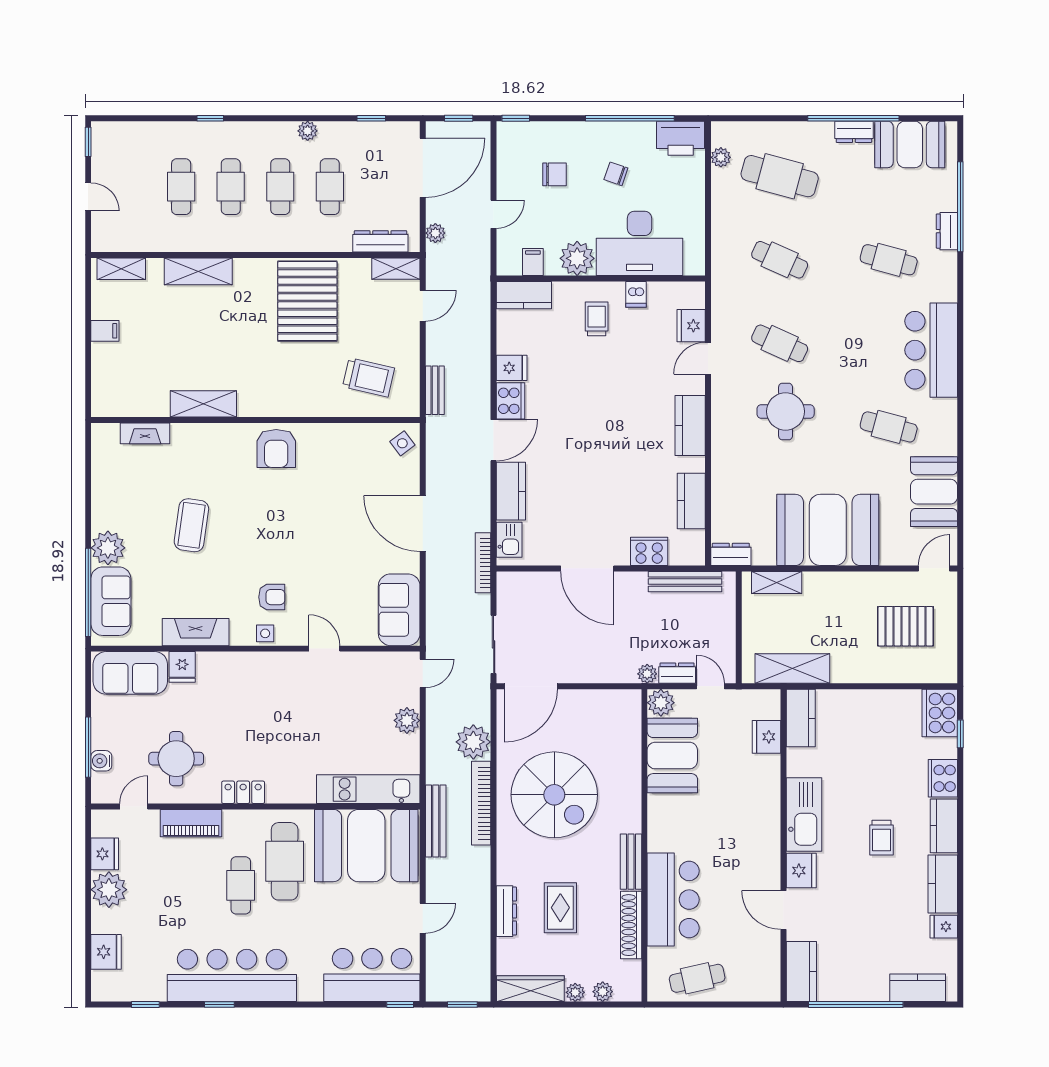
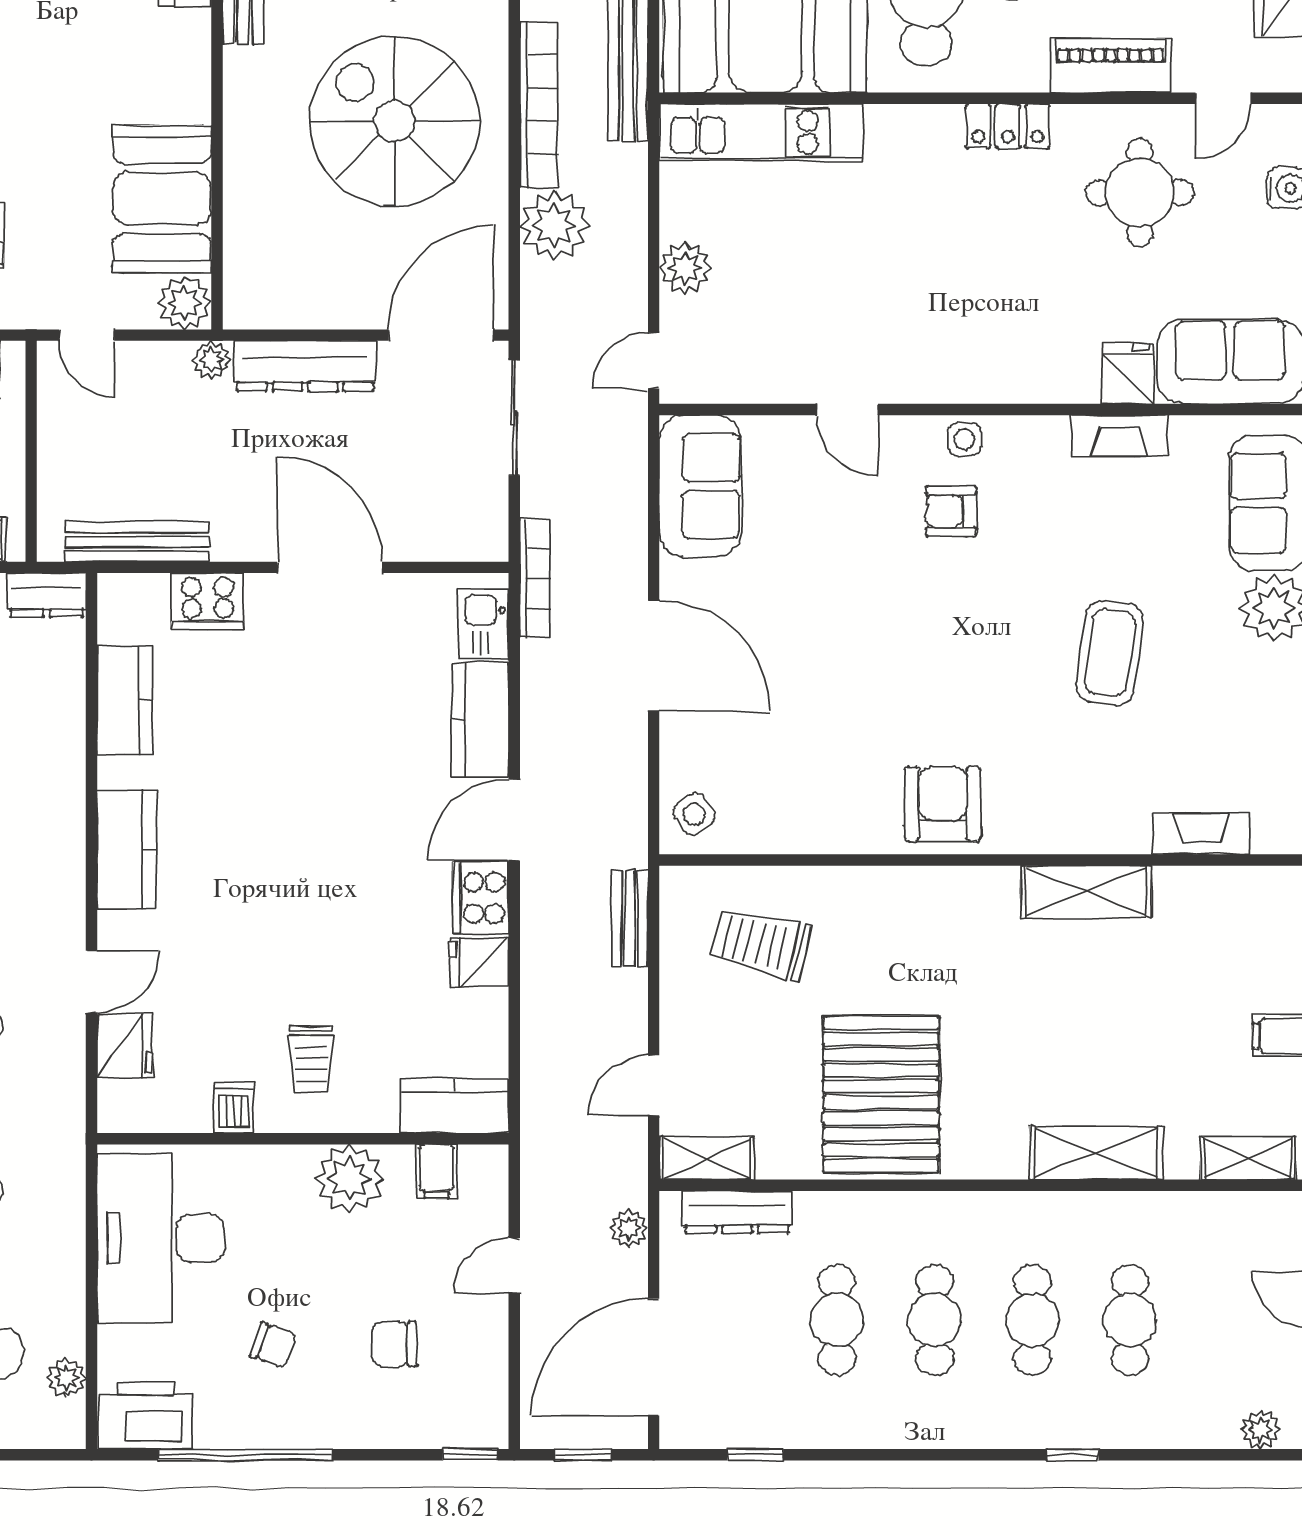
plant: (308, 131) -> (1260, 1430), moved
desk: (640, 243) -> (161, 1238), moved, turned -90
fireplace: (196, 632) -> (1119, 436), width x0.73, depth x0.76
dresser: (677, 673) -> (305, 366), moved, width x1.96, depth x1.24

